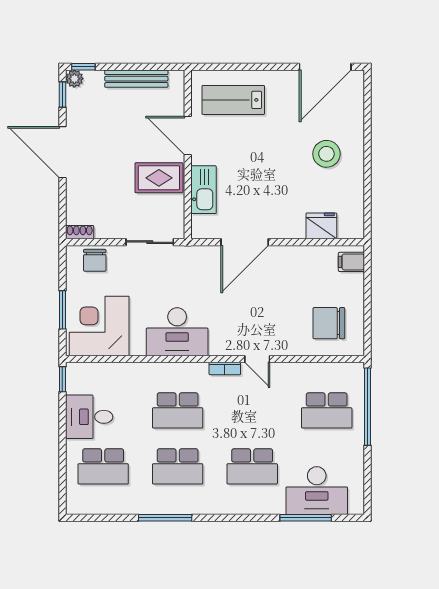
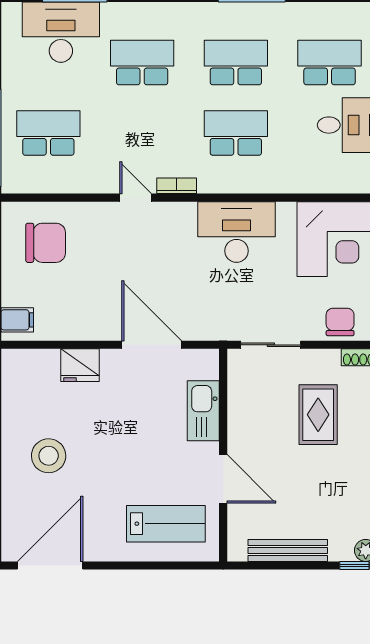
rug: (159, 178) -> (318, 415), moved, turned 90
fridge: (321, 226) -> (80, 365), moved
door: (245, 242) -> (152, 345), hinge flipped

